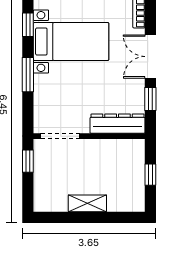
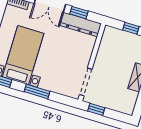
dresser: (118, 124) -> (81, 24), moved, turned -90

